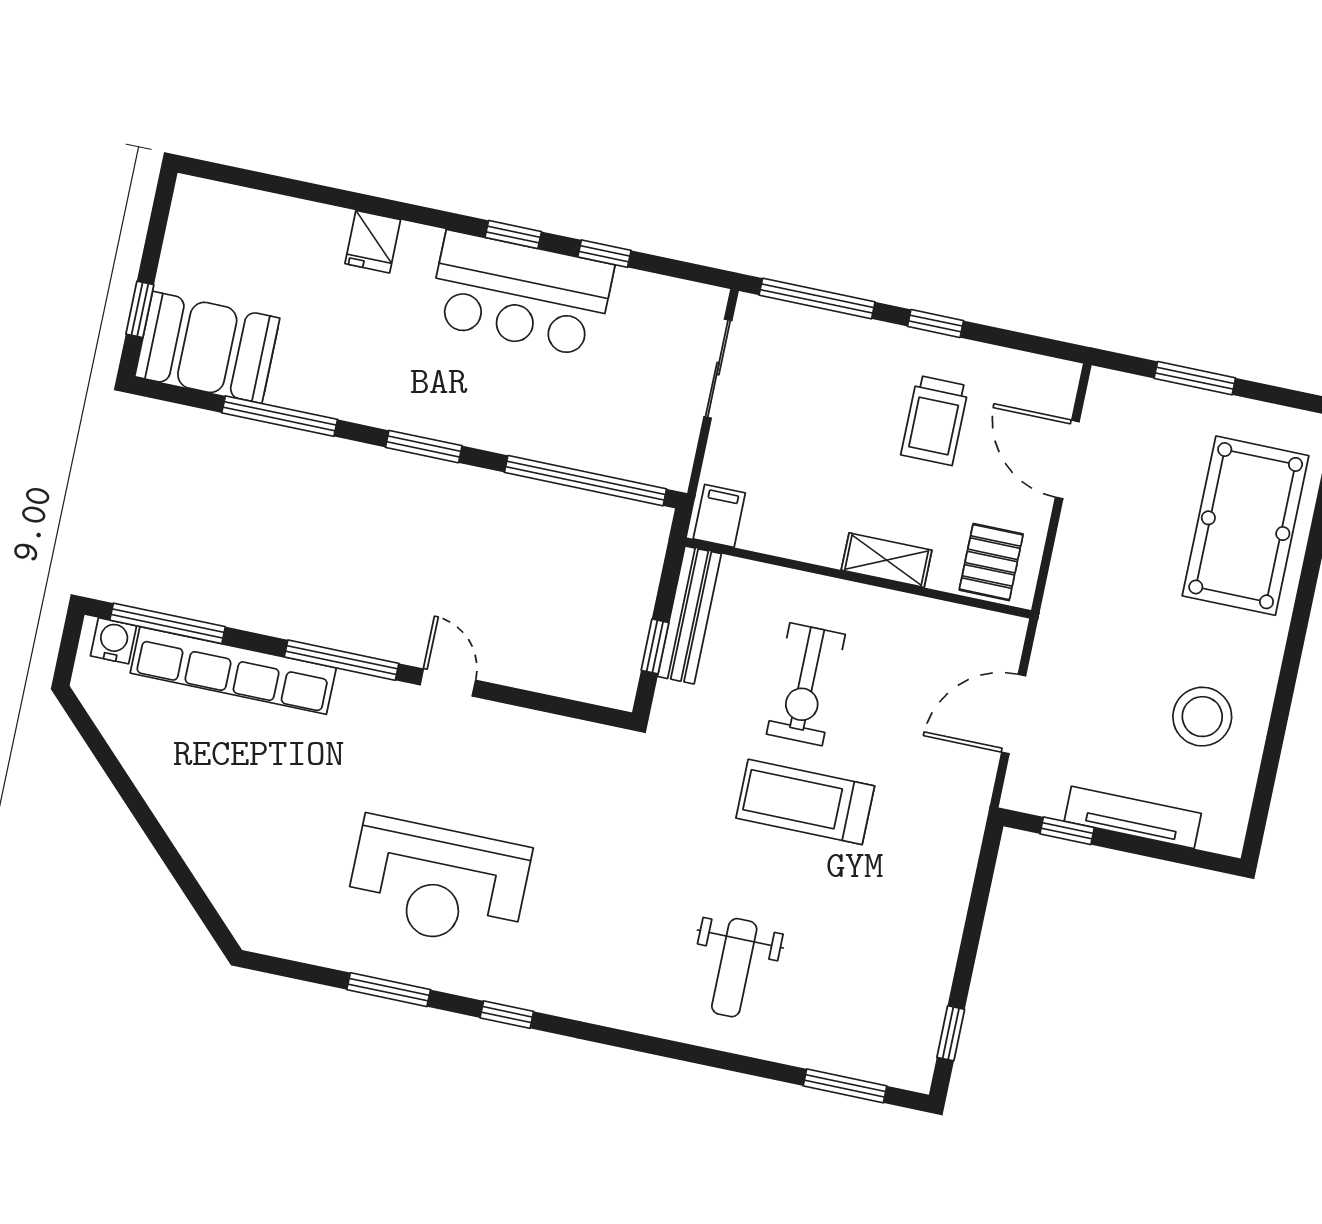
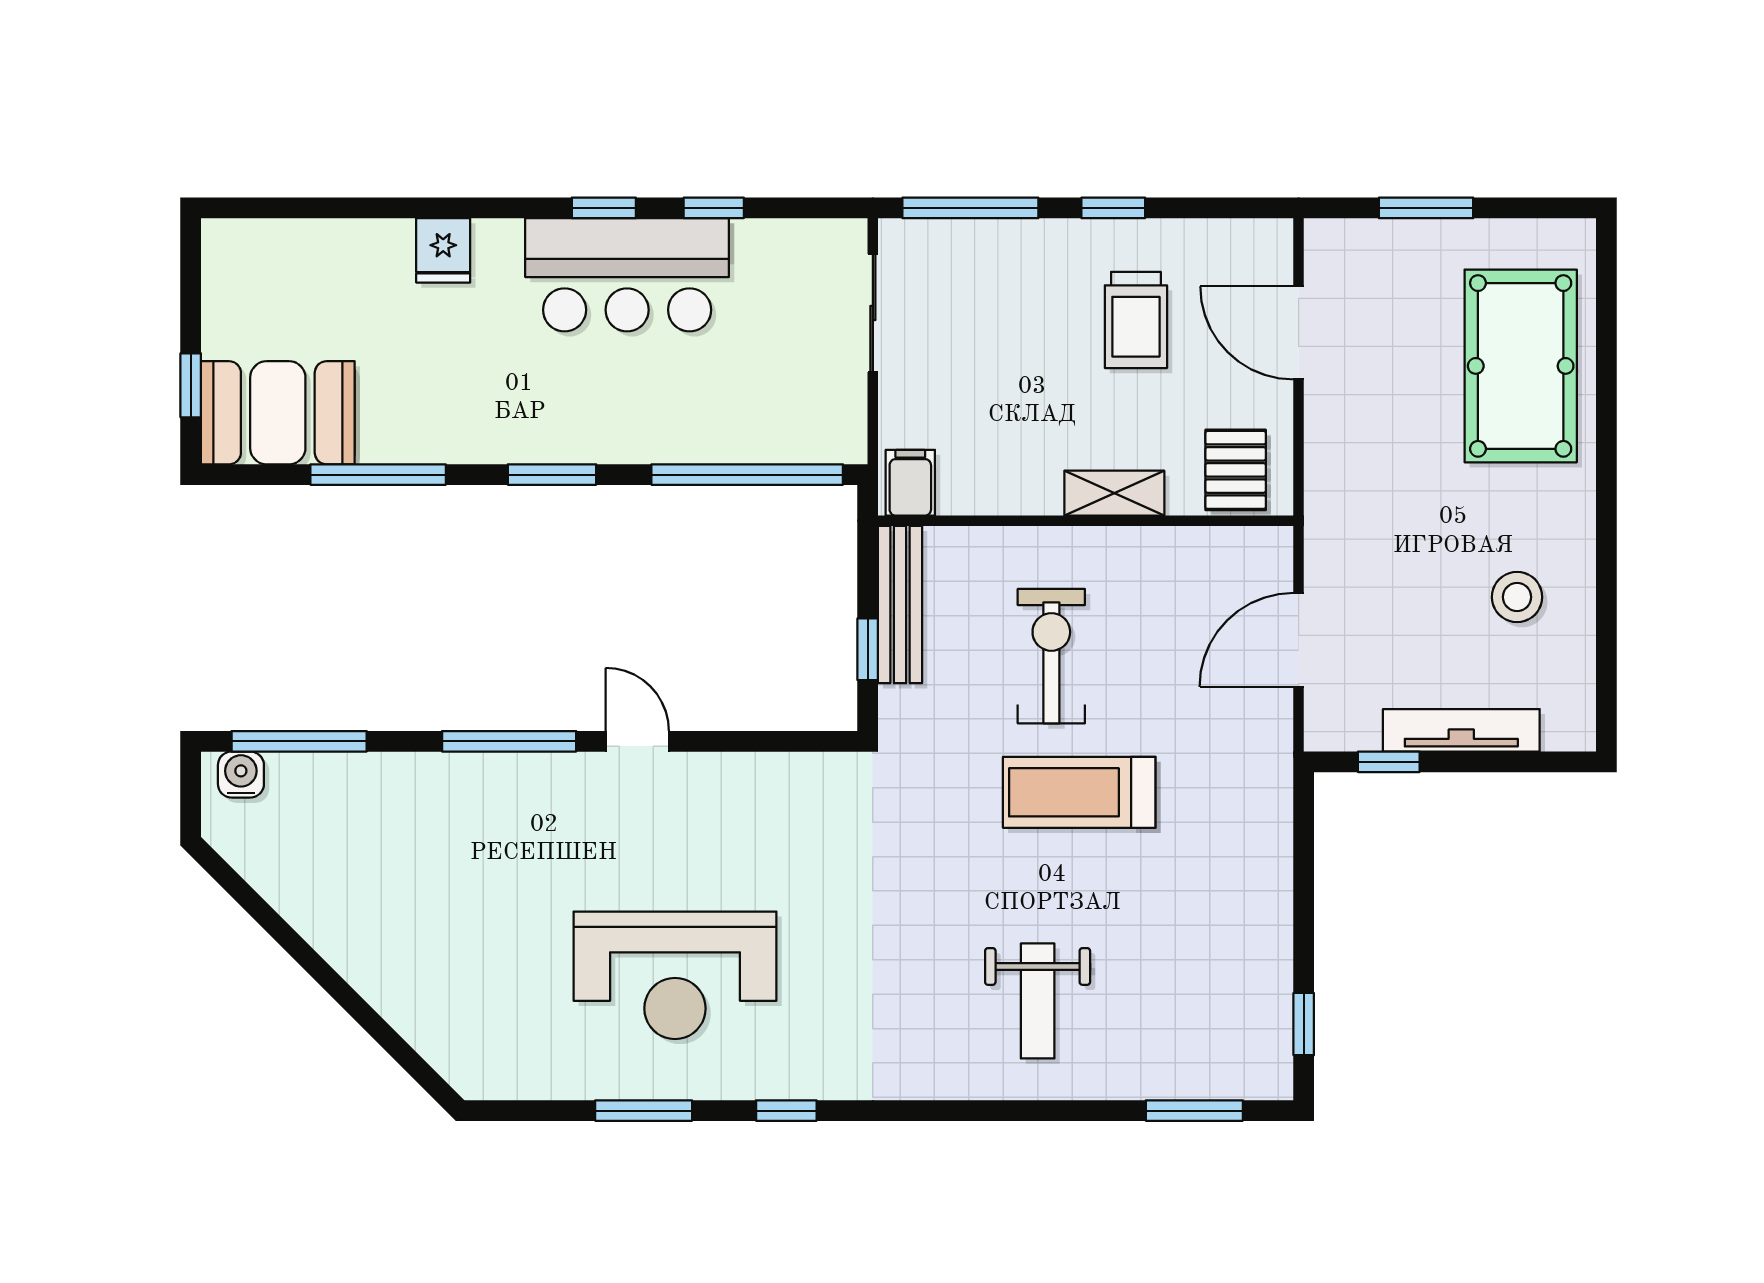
row of seats: (233, 670) -> (386, 780), removed
exercise bike: (806, 684) -> (1051, 656), turned 180
stool: (1202, 717) -> (1517, 597), width x0.73, depth x0.73

